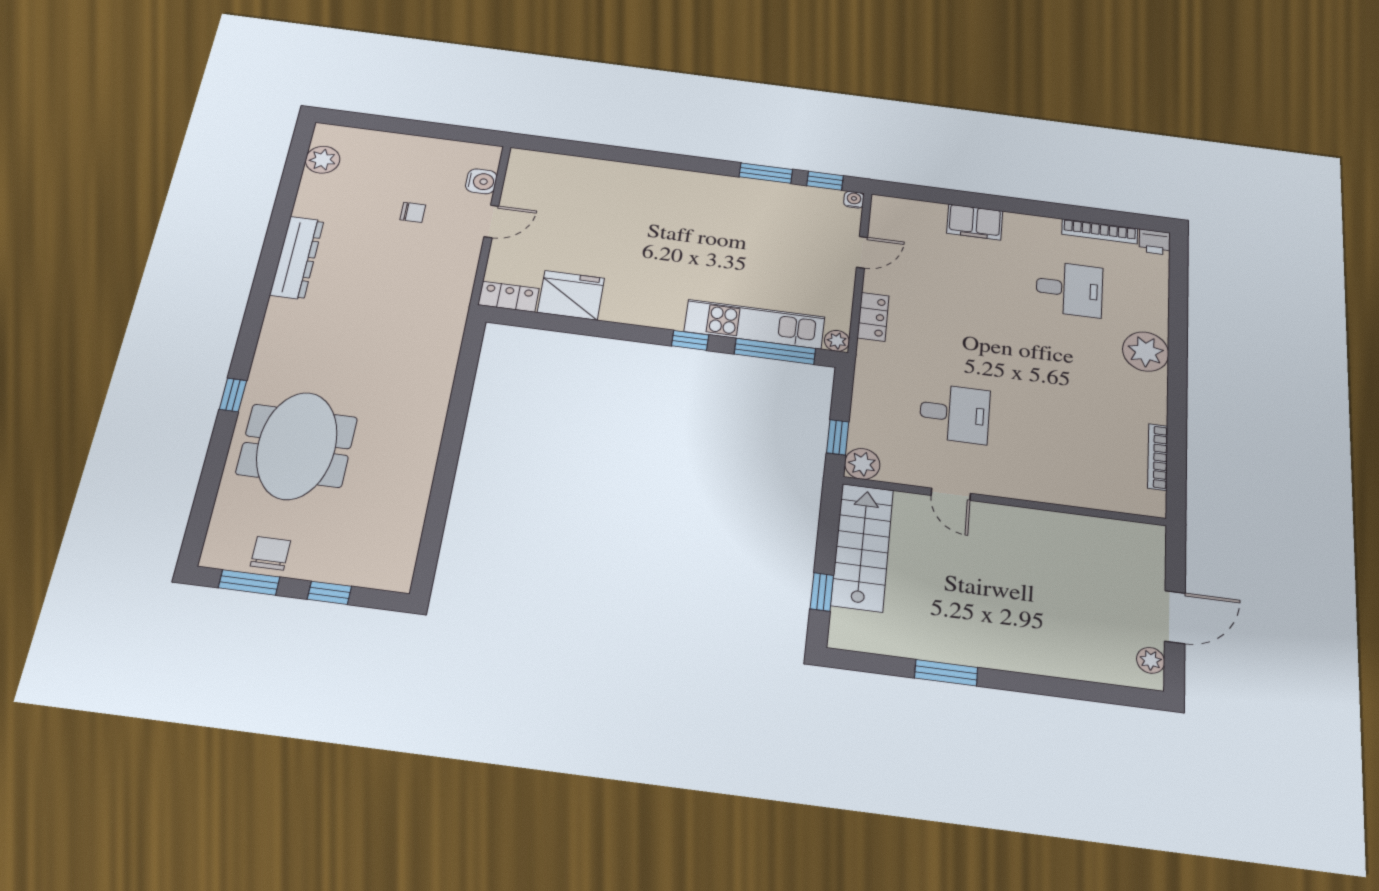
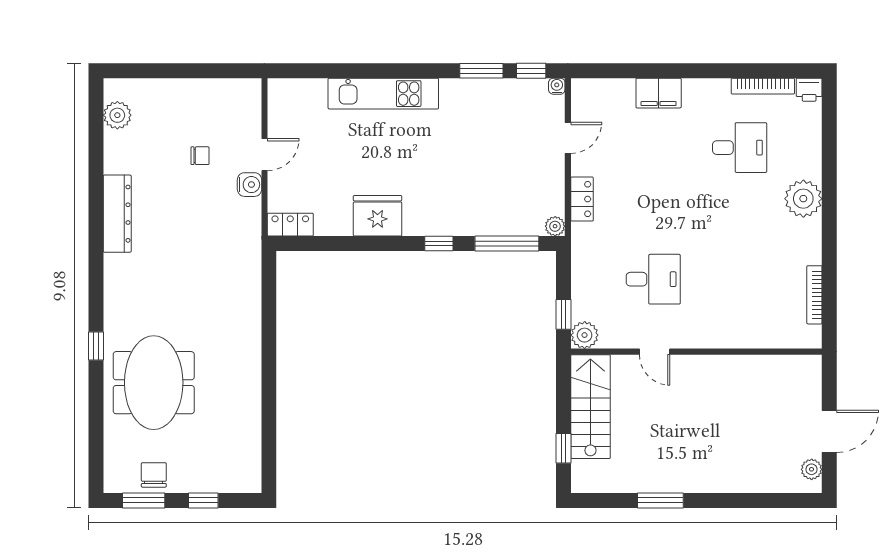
water cooler: (481, 181) -> (249, 185), moved
fridge: (571, 295) -> (378, 216), moved
kitchen unit: (754, 324) -> (383, 94), moved, turned 180

